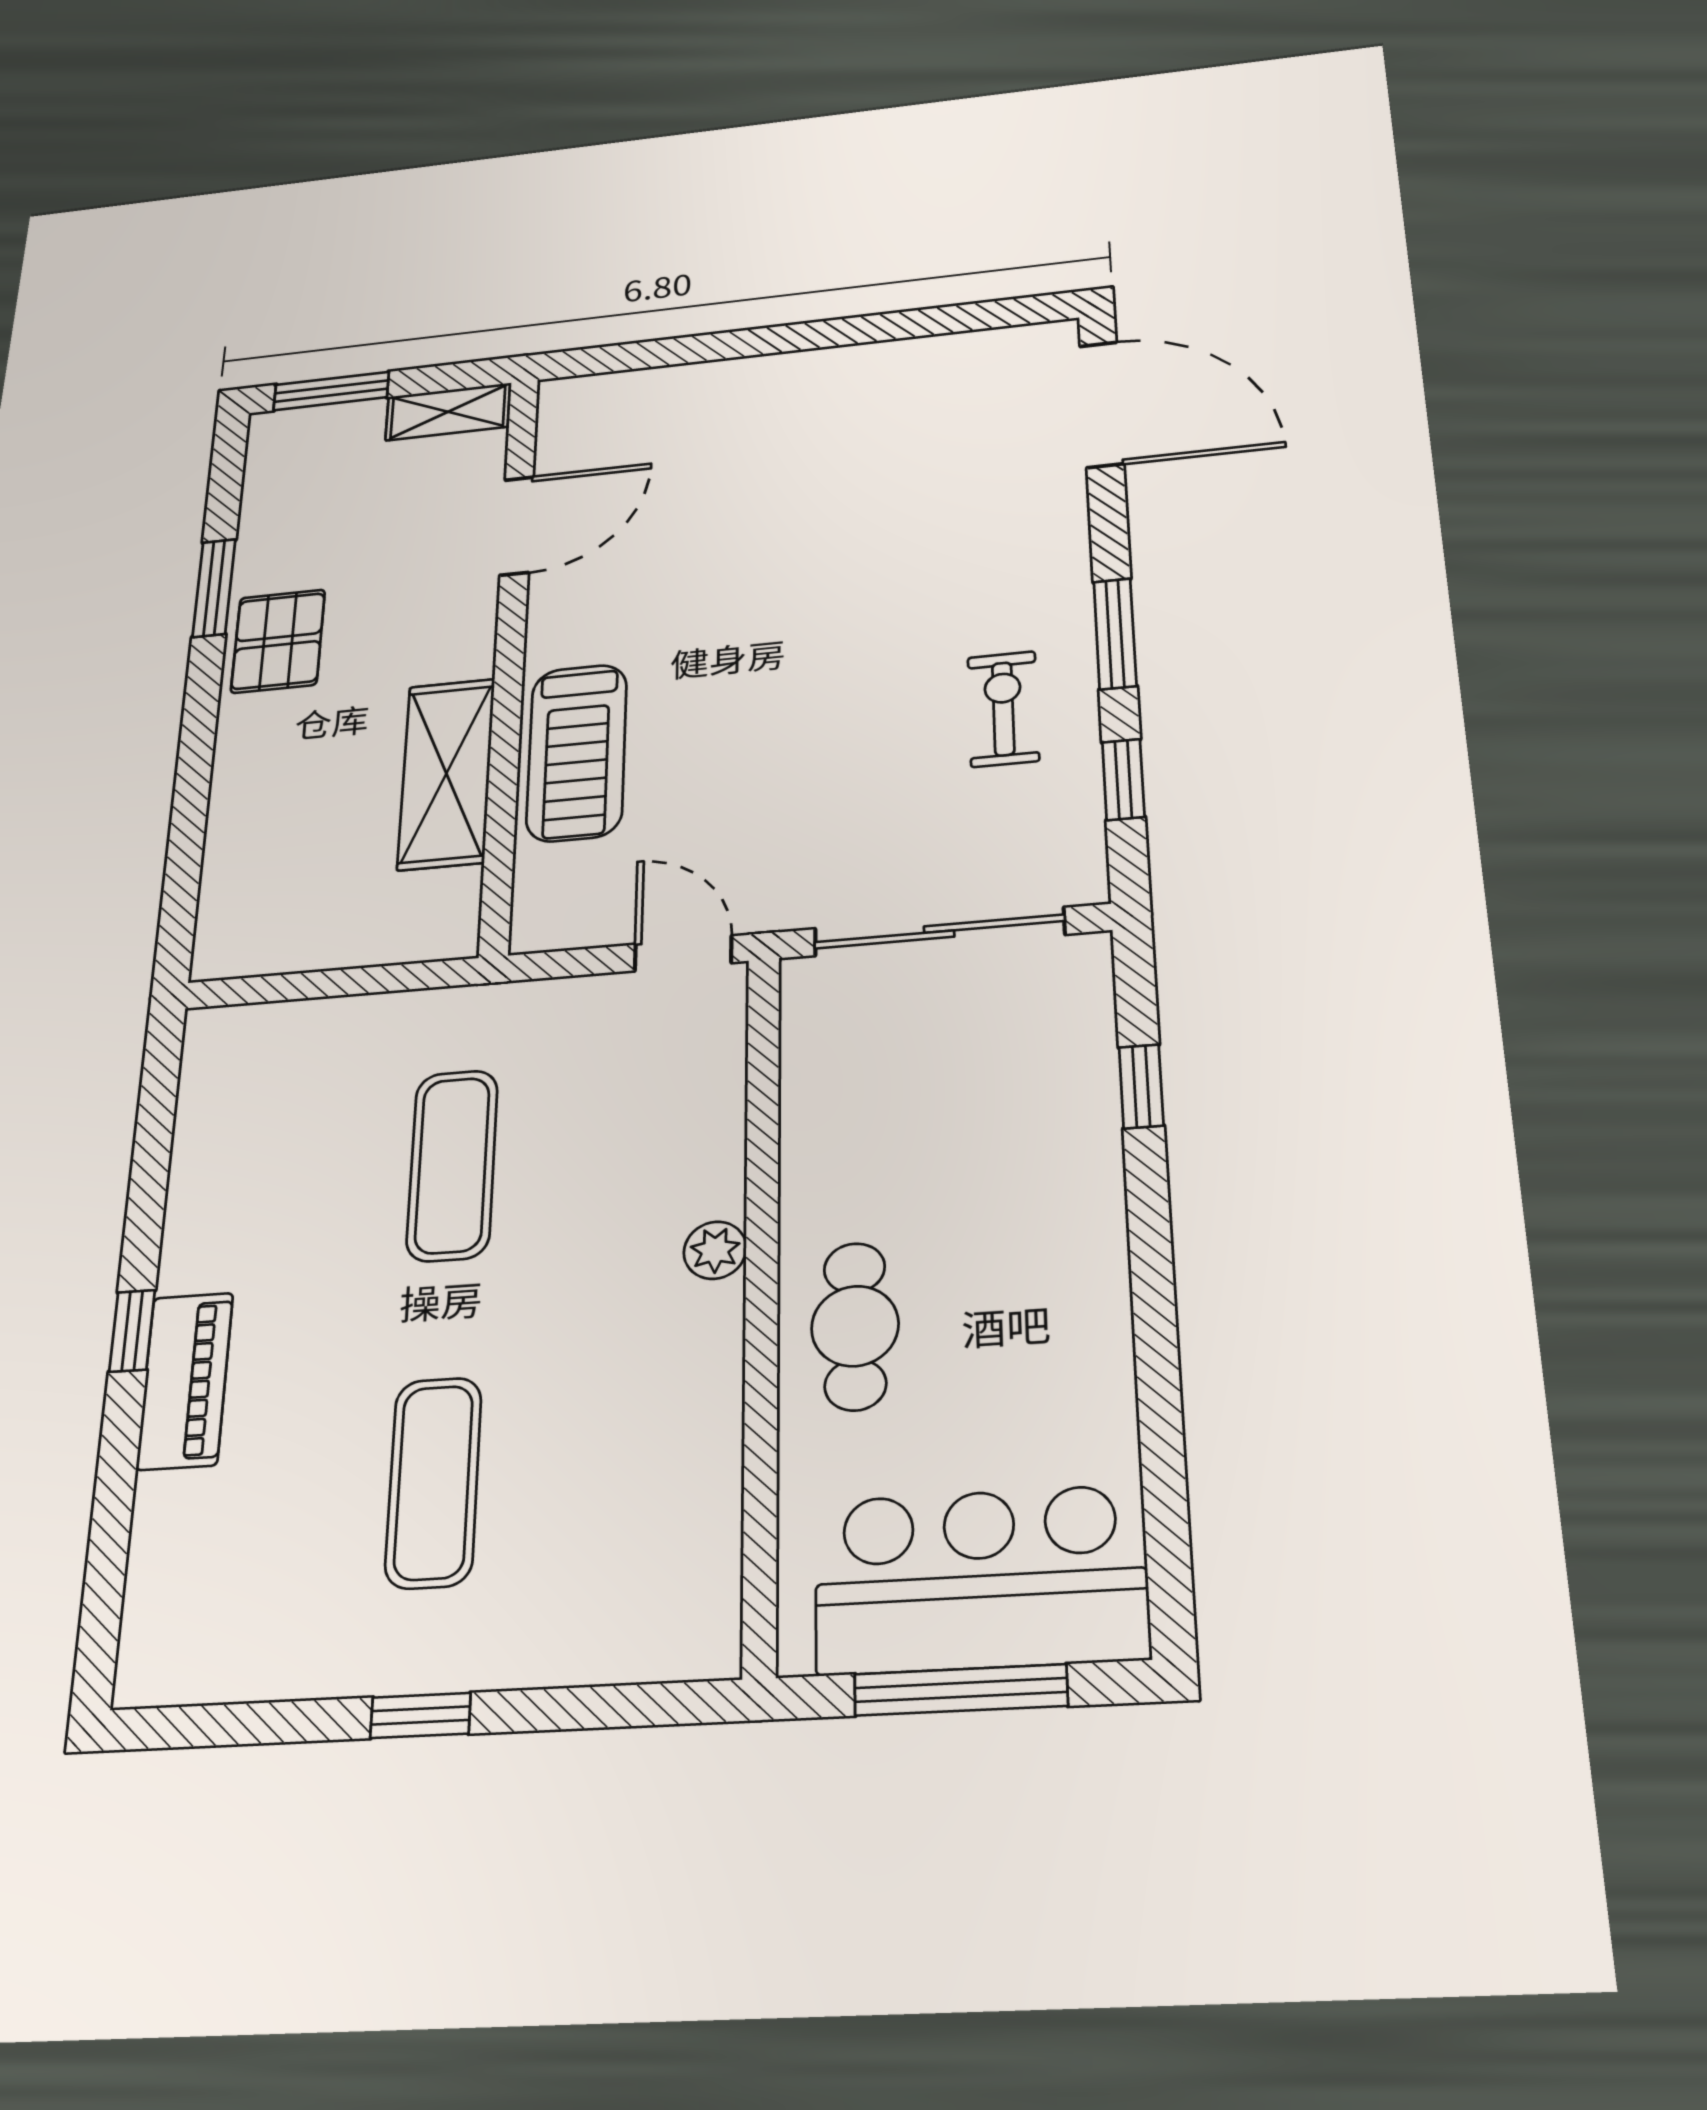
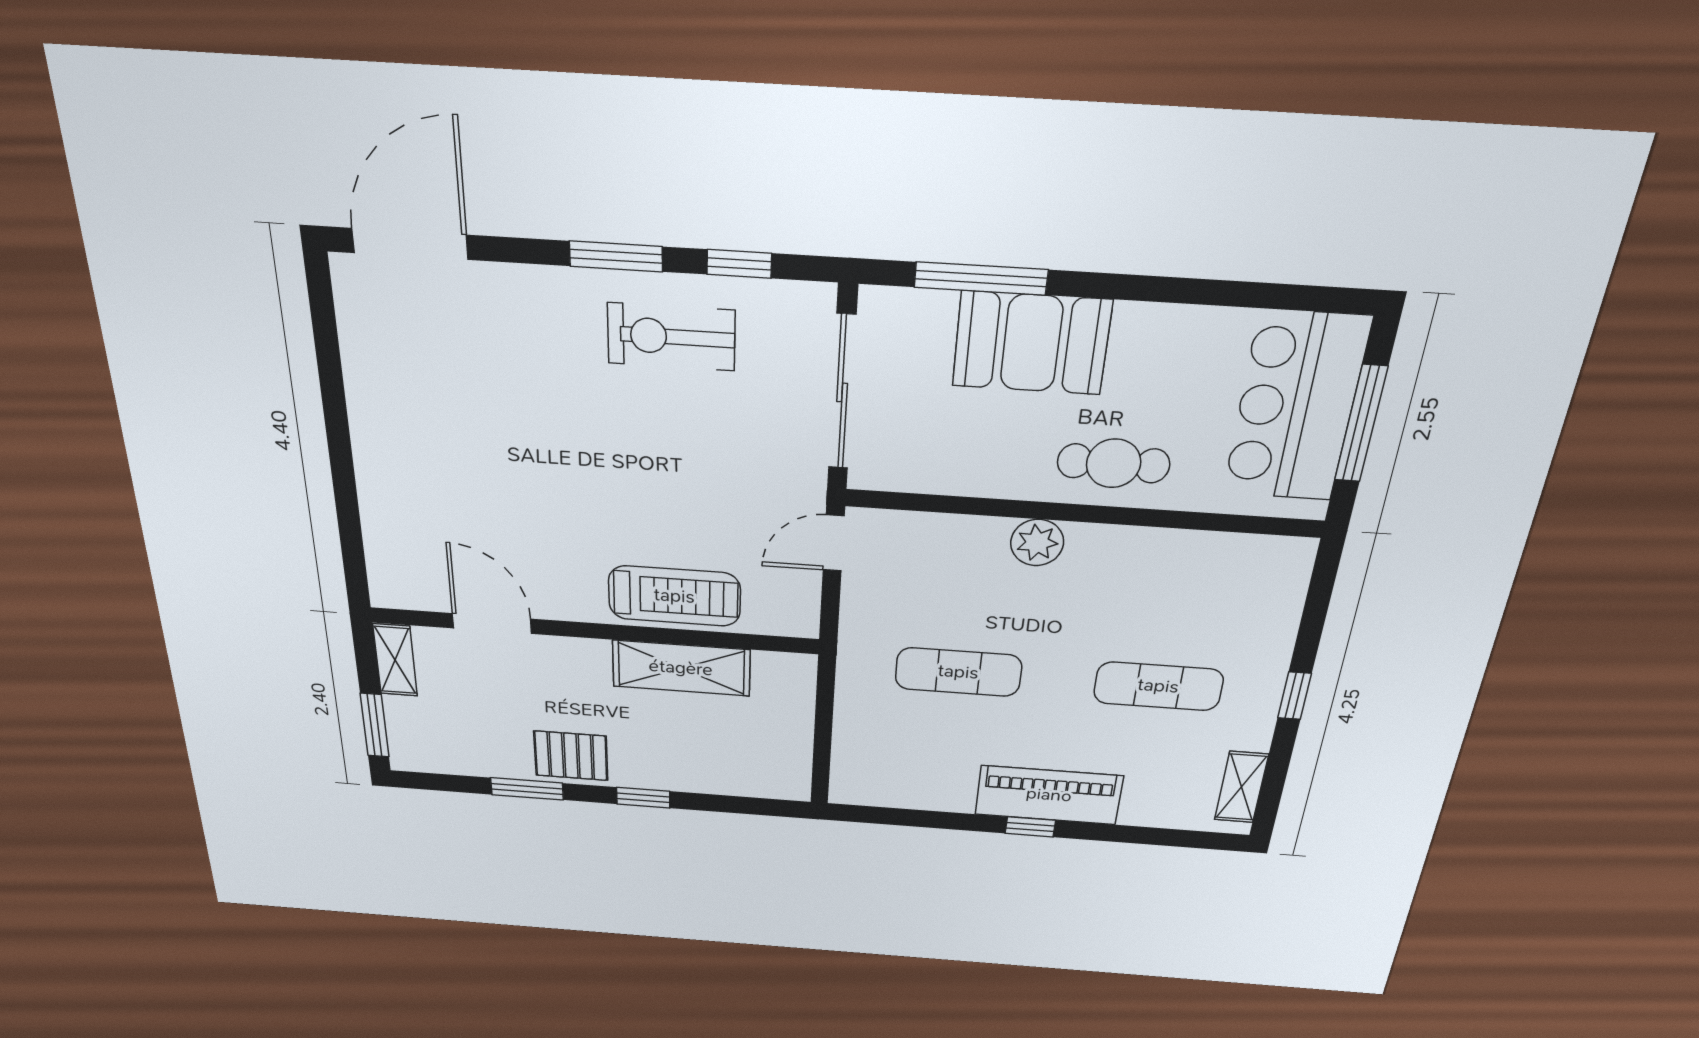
exercise bike: (1003, 709) -> (671, 337), width x1.38, depth x1.39
window: (197, 745) -> (643, 798), added
window: (1141, 1086) -> (981, 278), width x2.17
booth: (1047, 1172) -> (1032, 343), added
plant: (715, 1250) -> (1037, 543), width x1.38, depth x1.38
piano: (185, 1381) -> (1049, 795), width x1.37, depth x1.33
shelving: (219, 1670) -> (1241, 787), added

